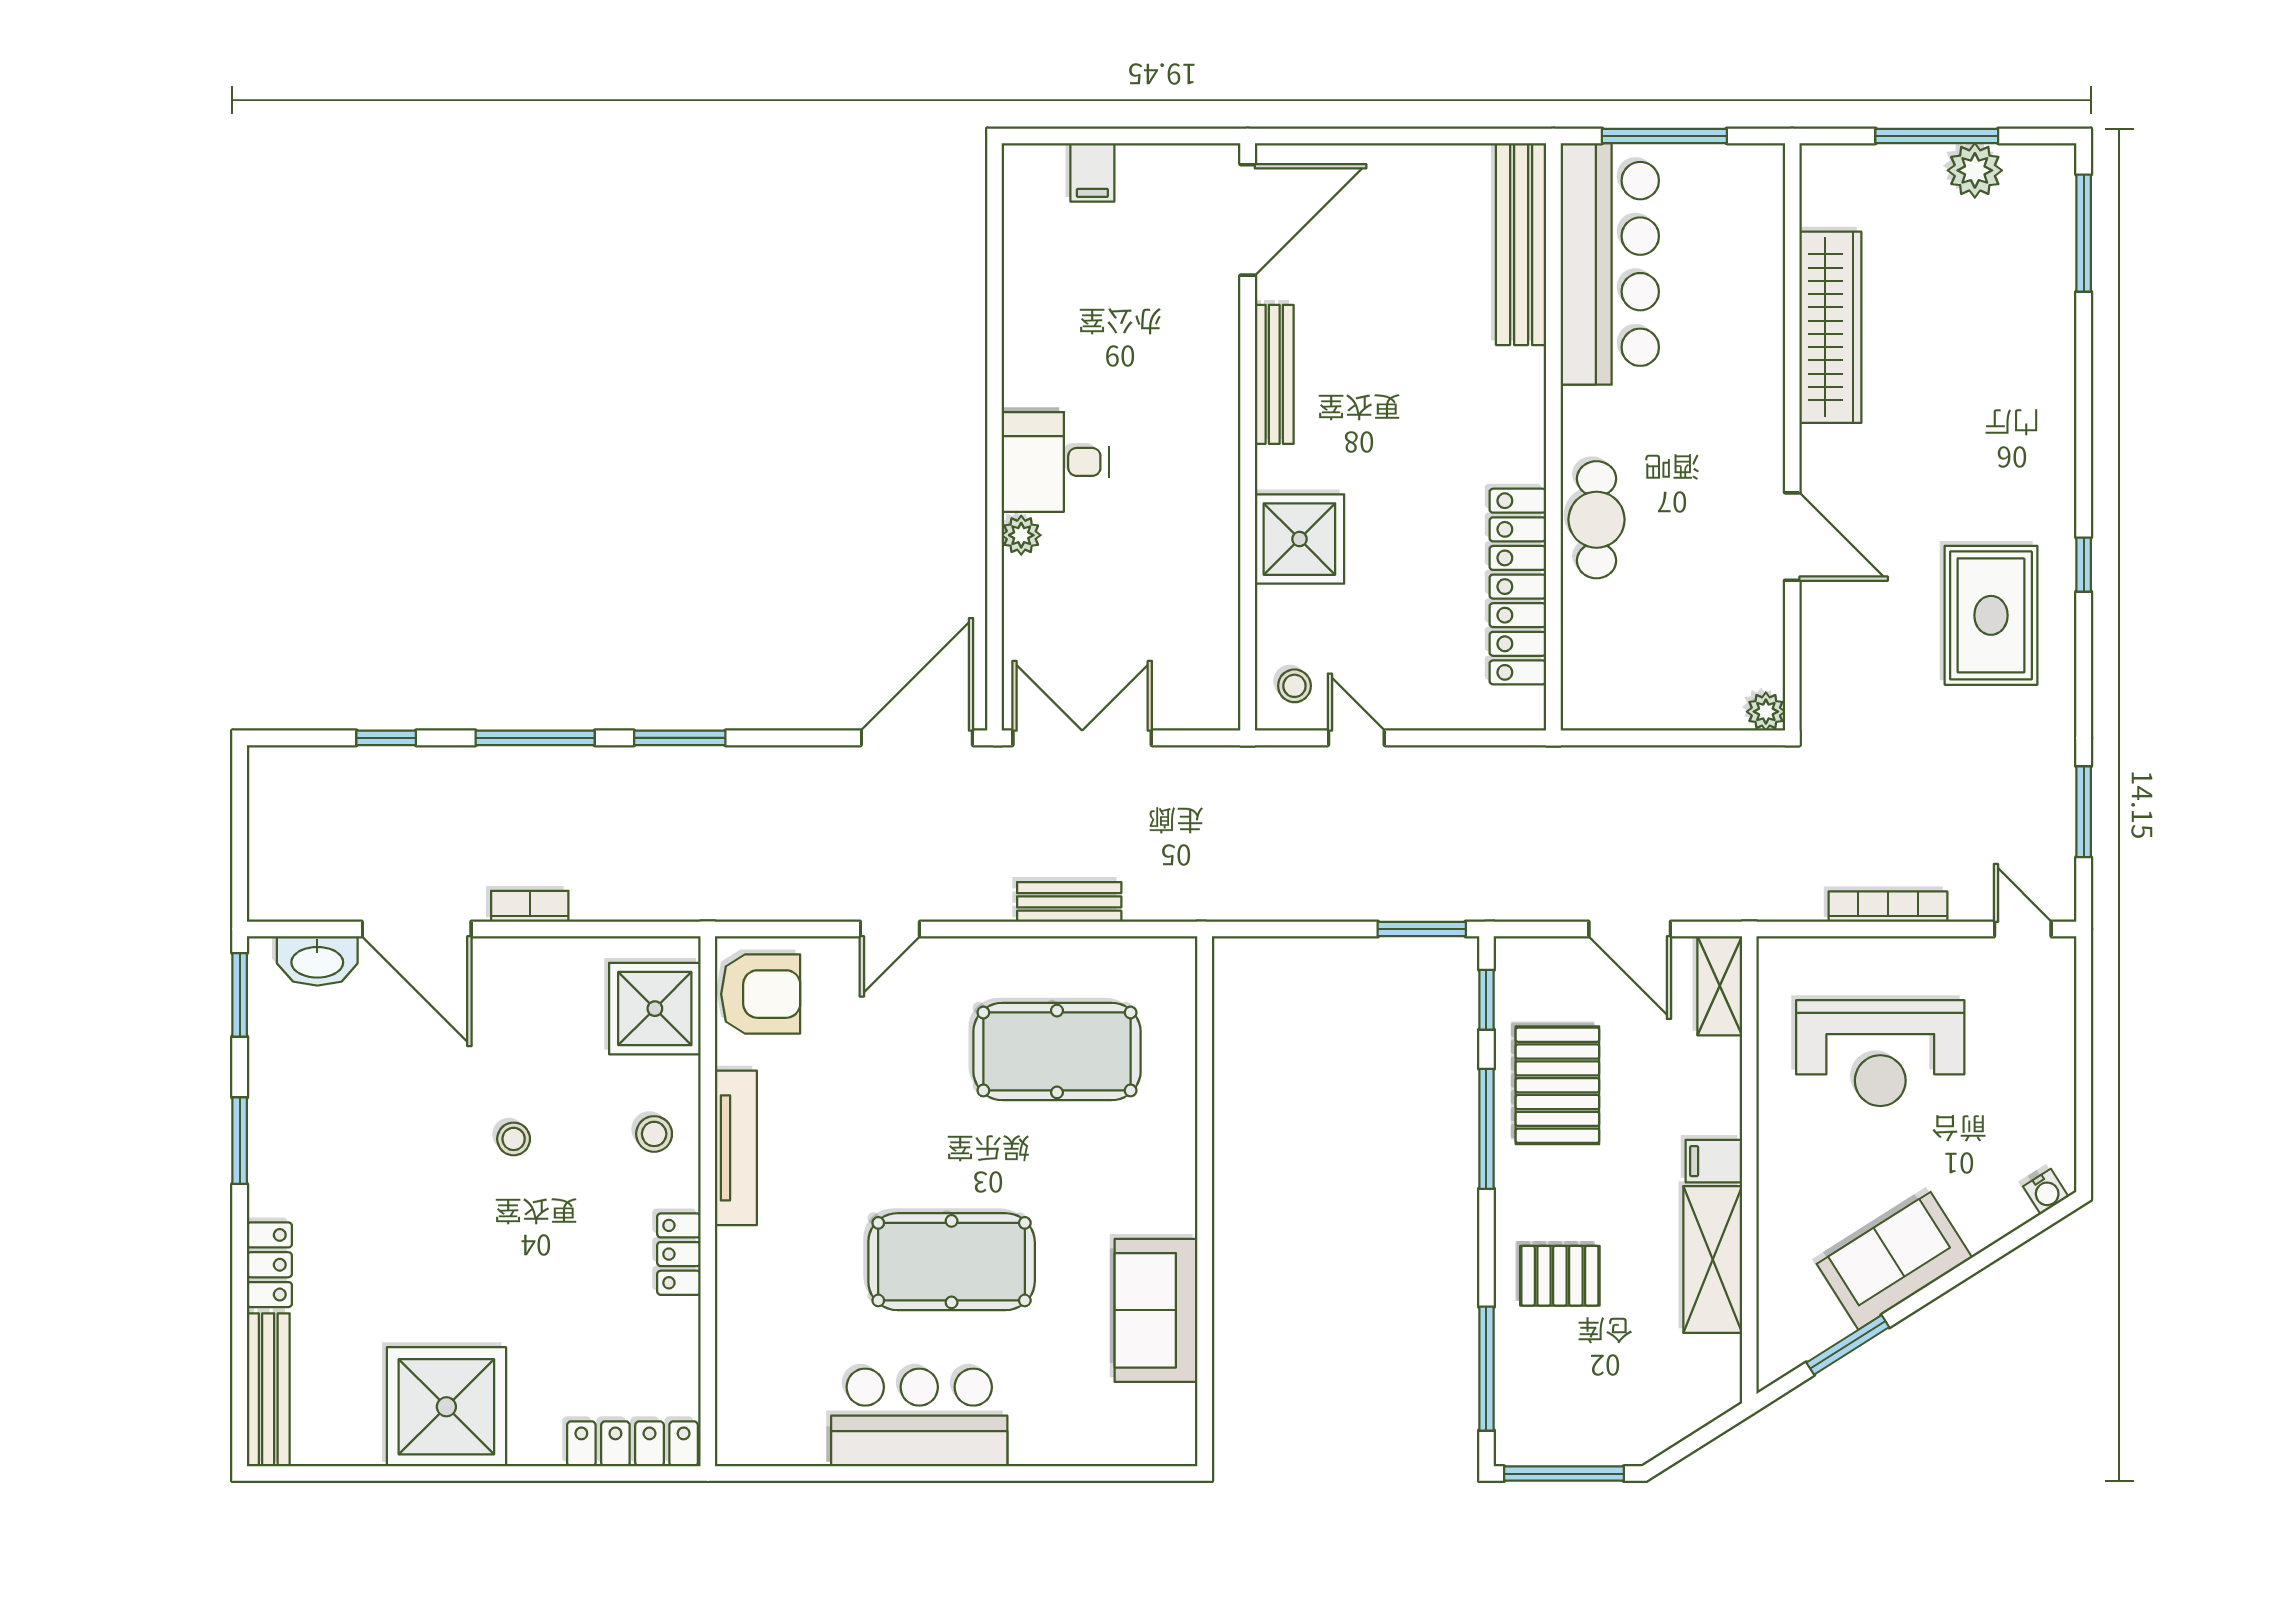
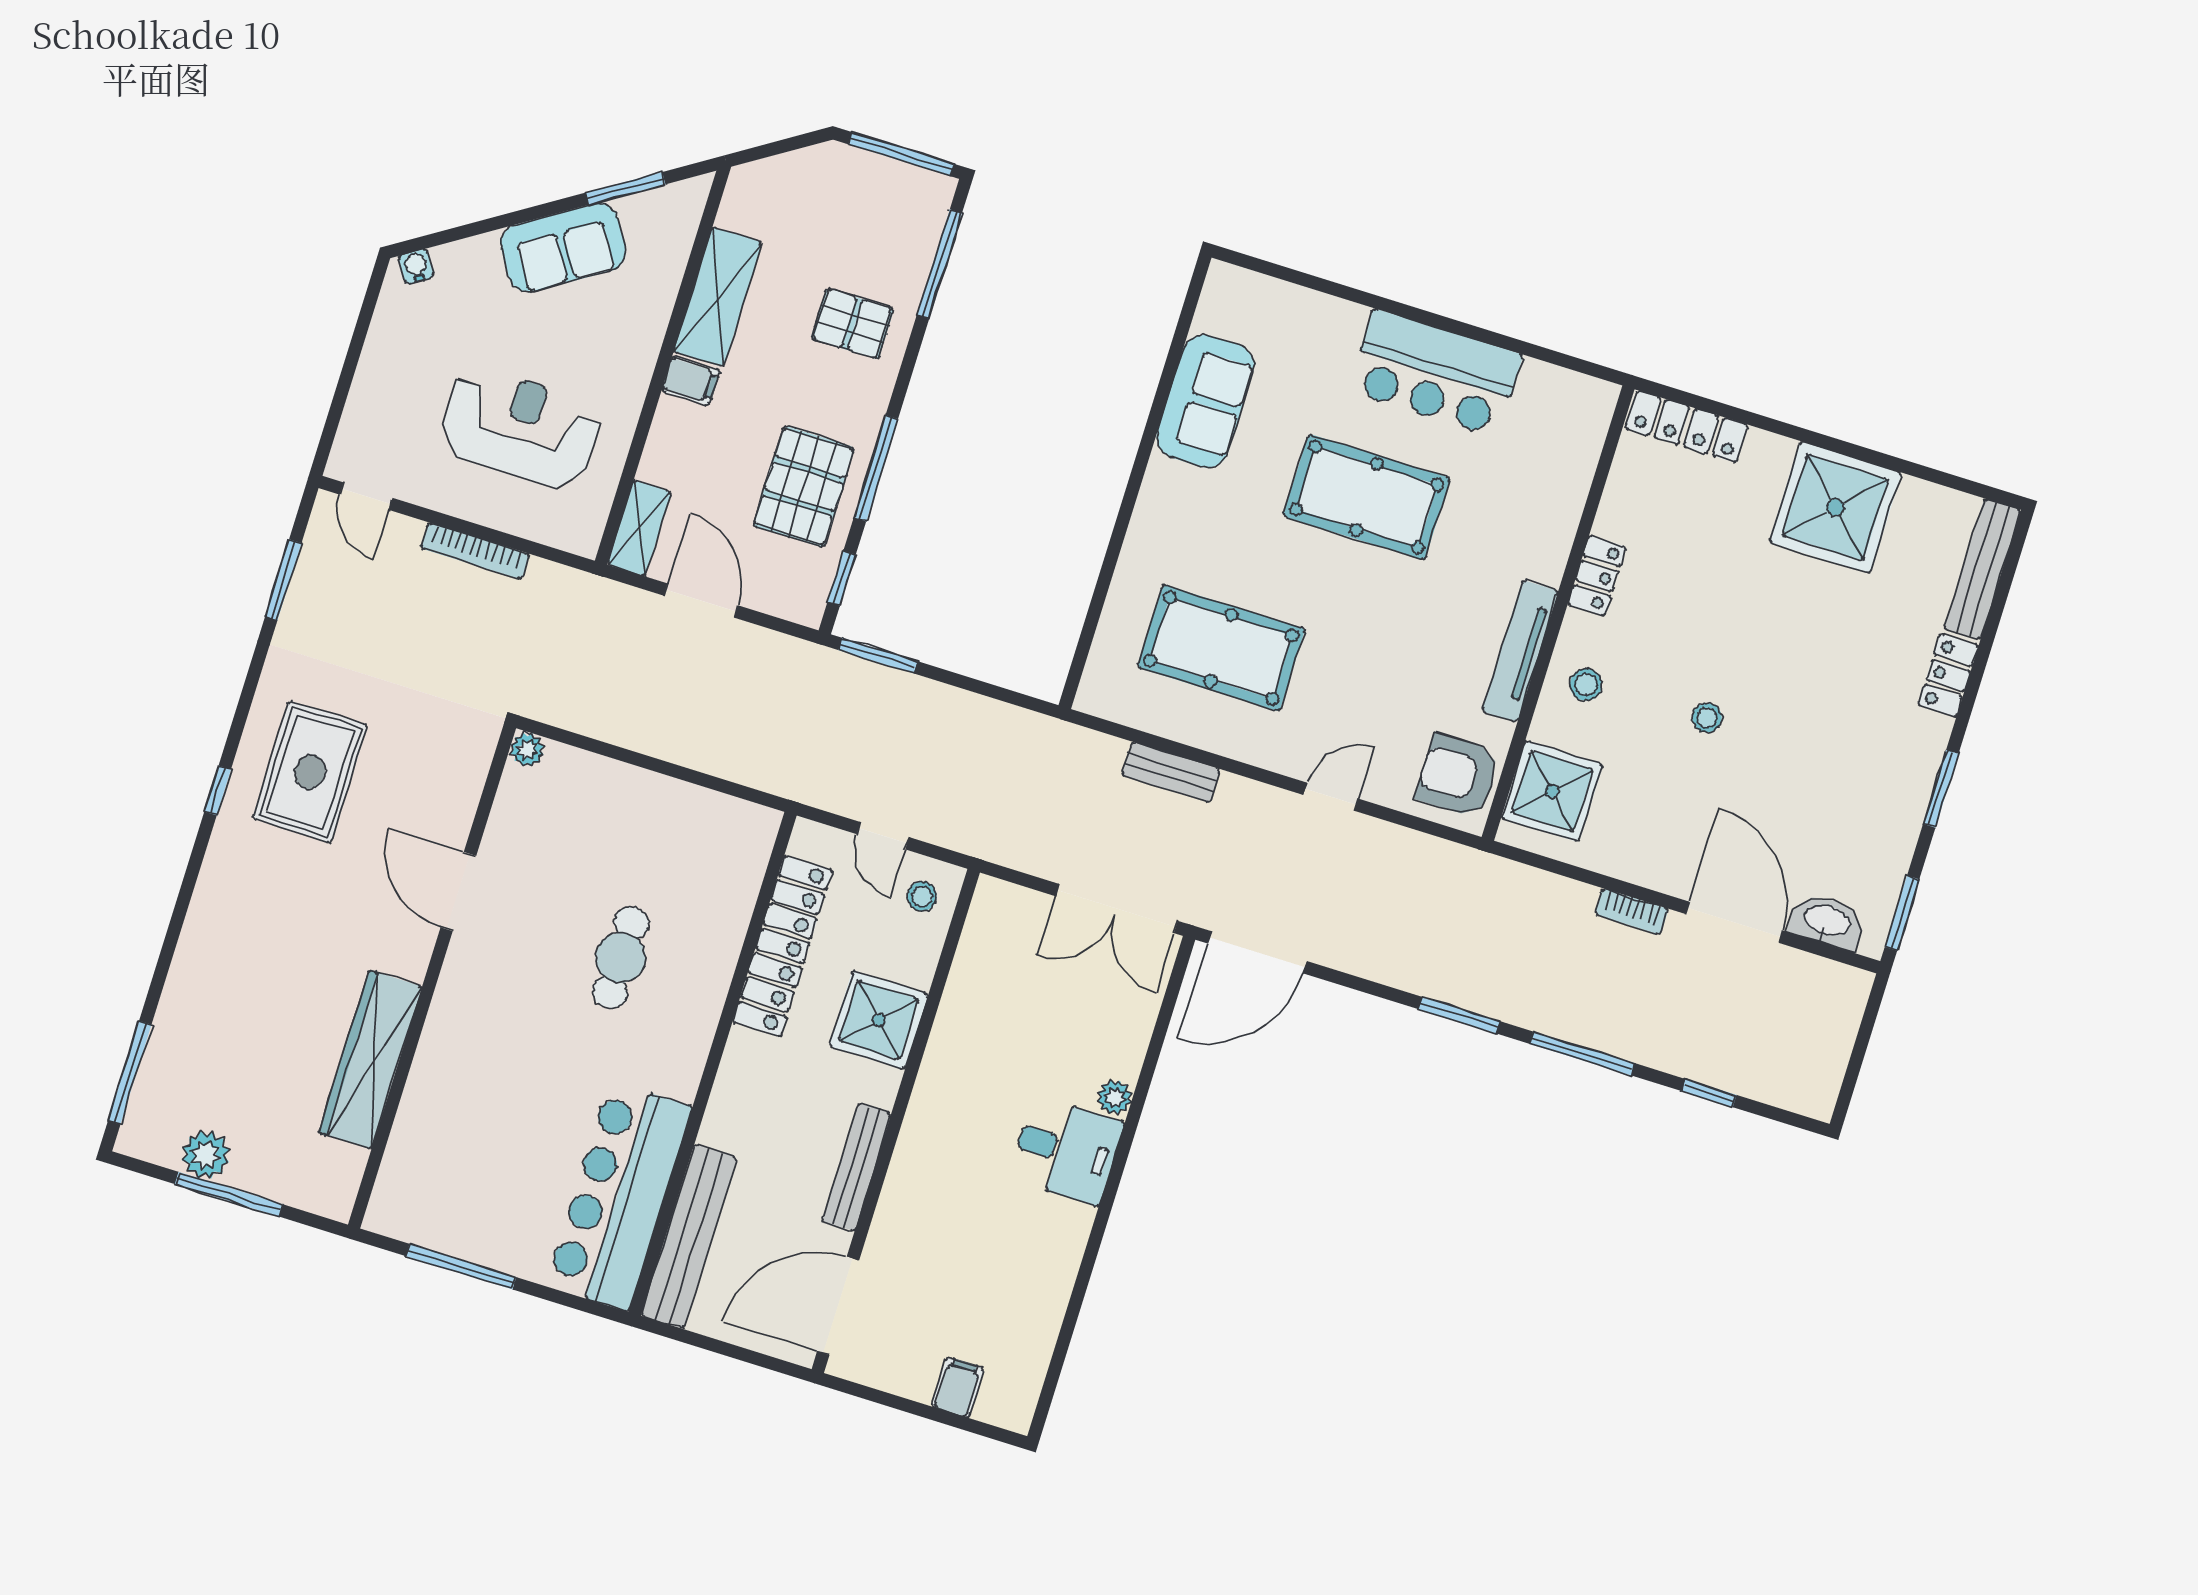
bench: (1521, 244) -> (689, 1237), moved
bar counter: (1610, 264) -> (619, 1196), moved
wall: (1553, 437) -> (713, 1064), moved
locker: (1518, 587) -> (783, 946), moved

